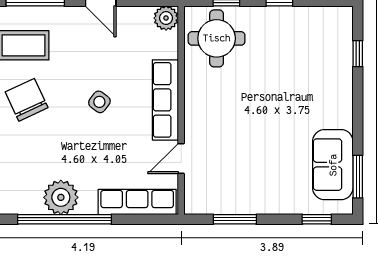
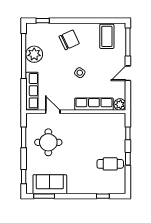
round table: (217, 38) -> (48, 142), moved
cafe table: (290, 38) -> (110, 164), added
chair: (27, 100) -> (69, 40), moved
row of seats: (165, 100) -> (94, 104), moved

